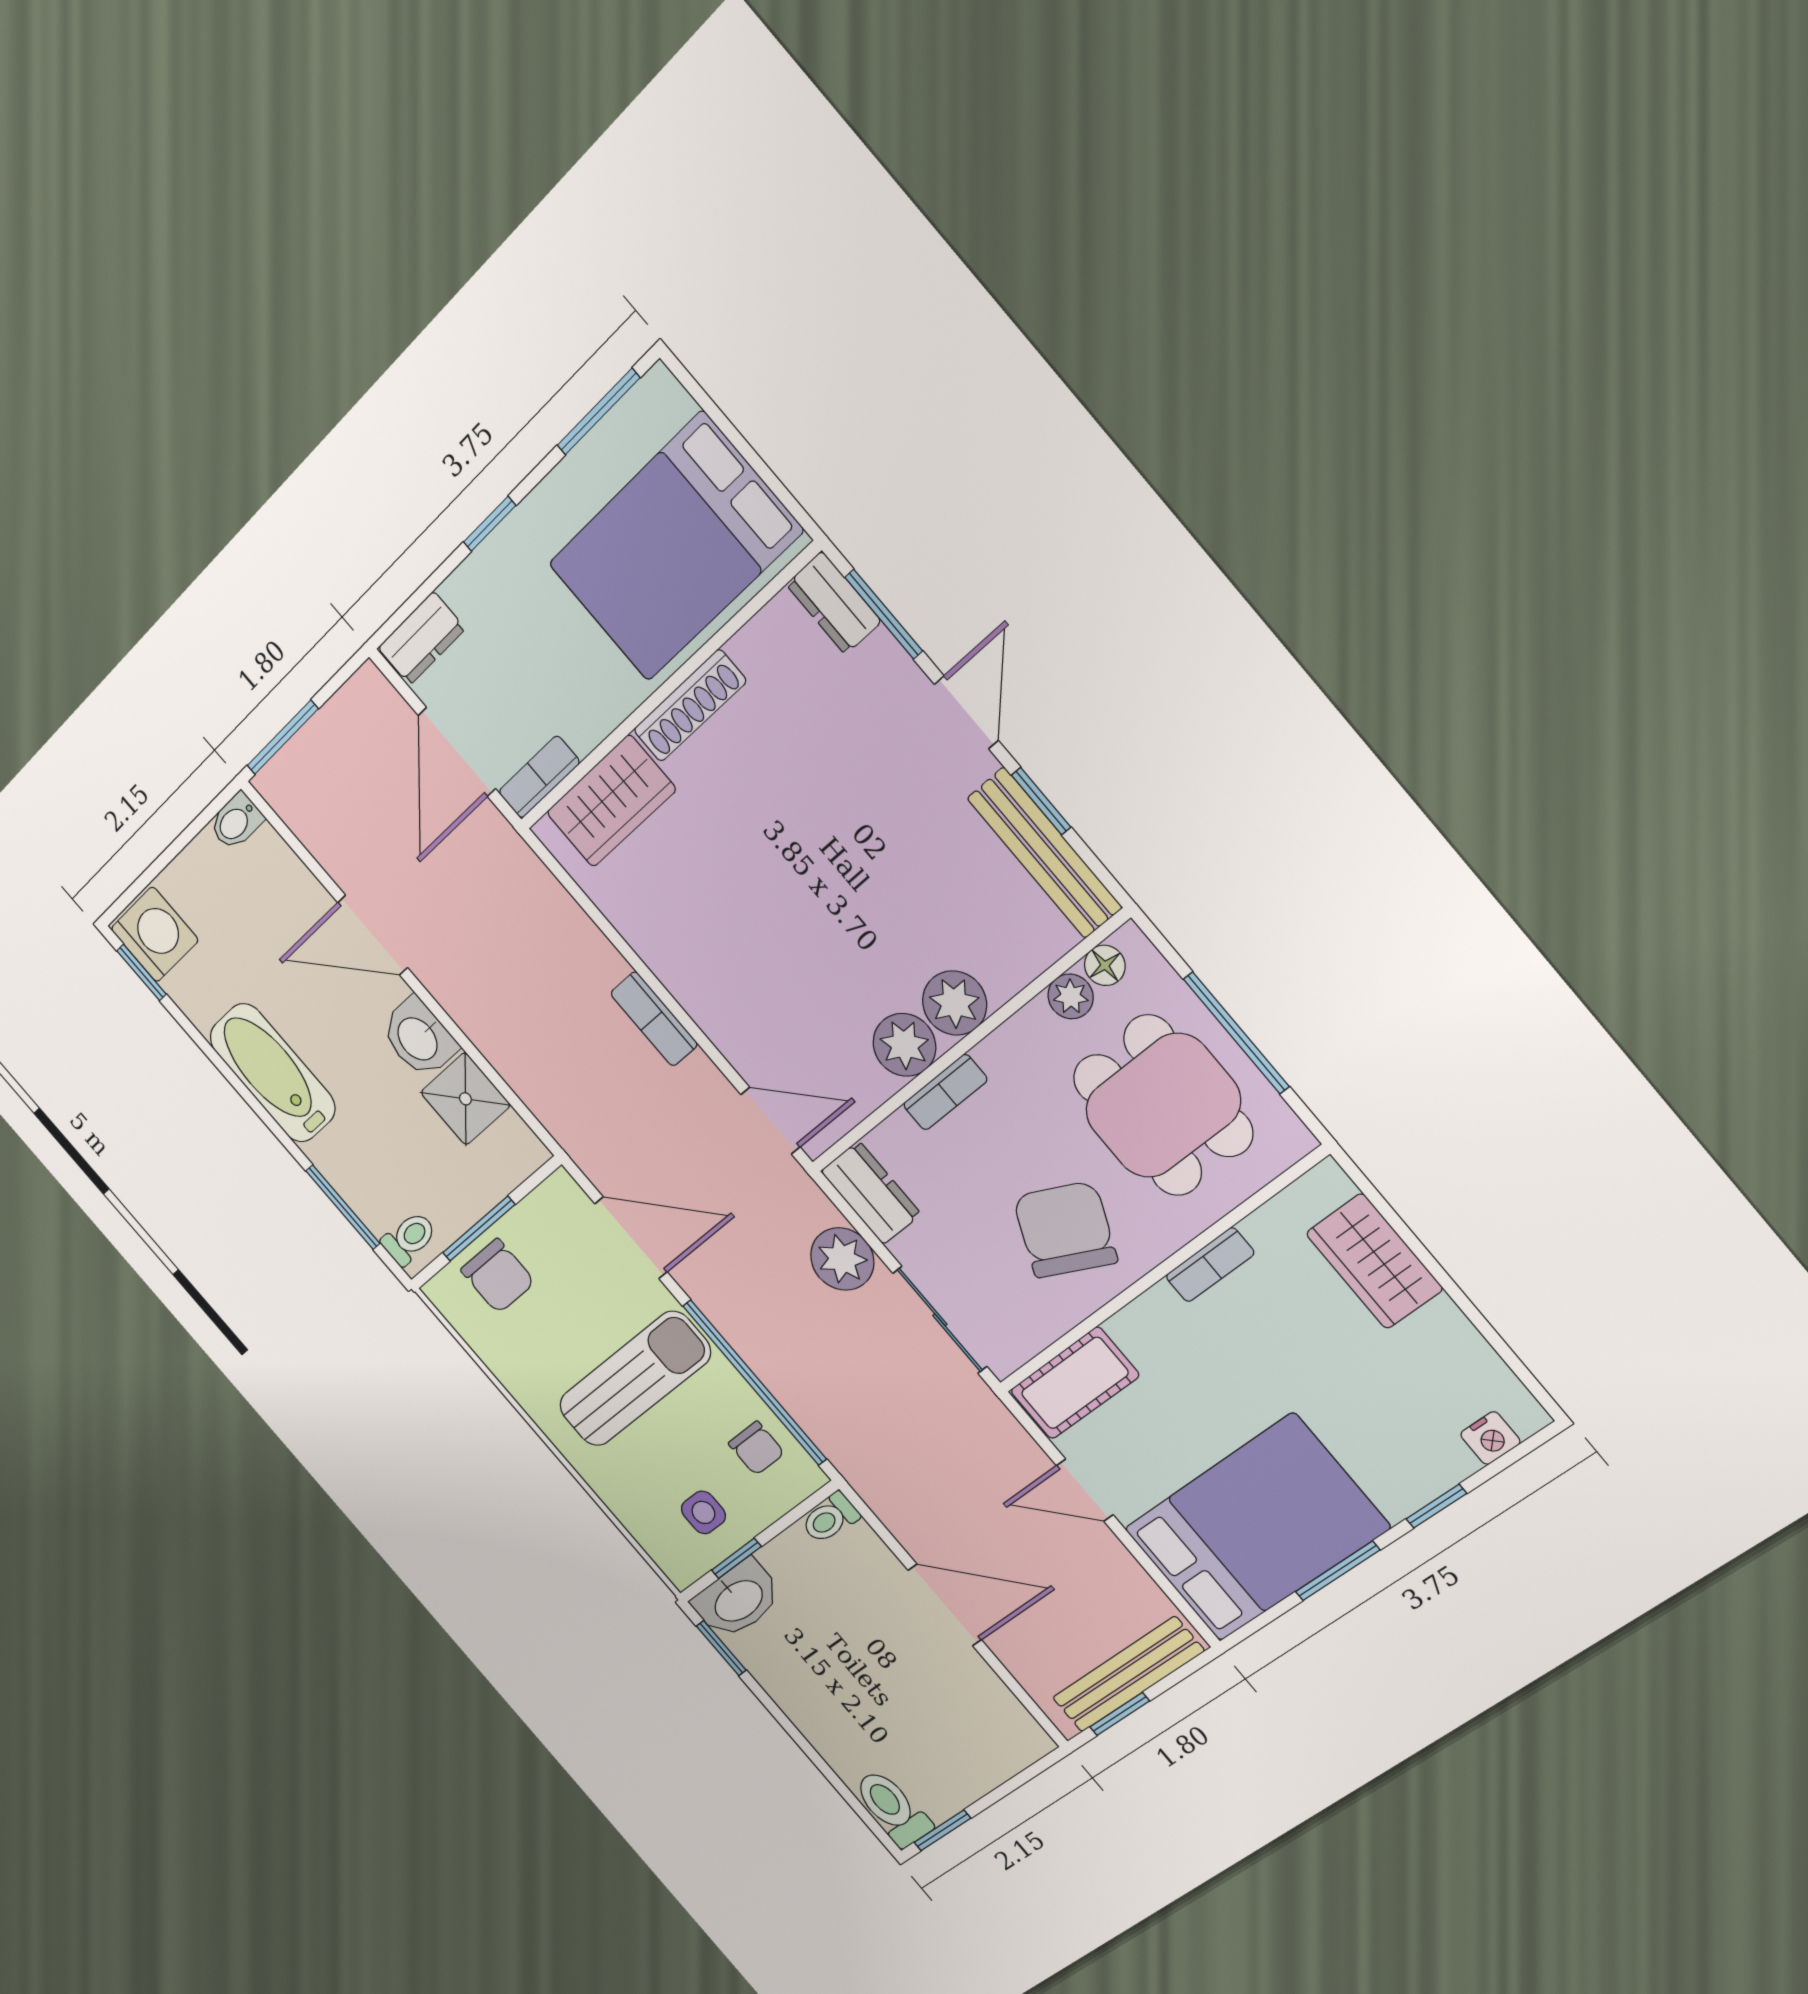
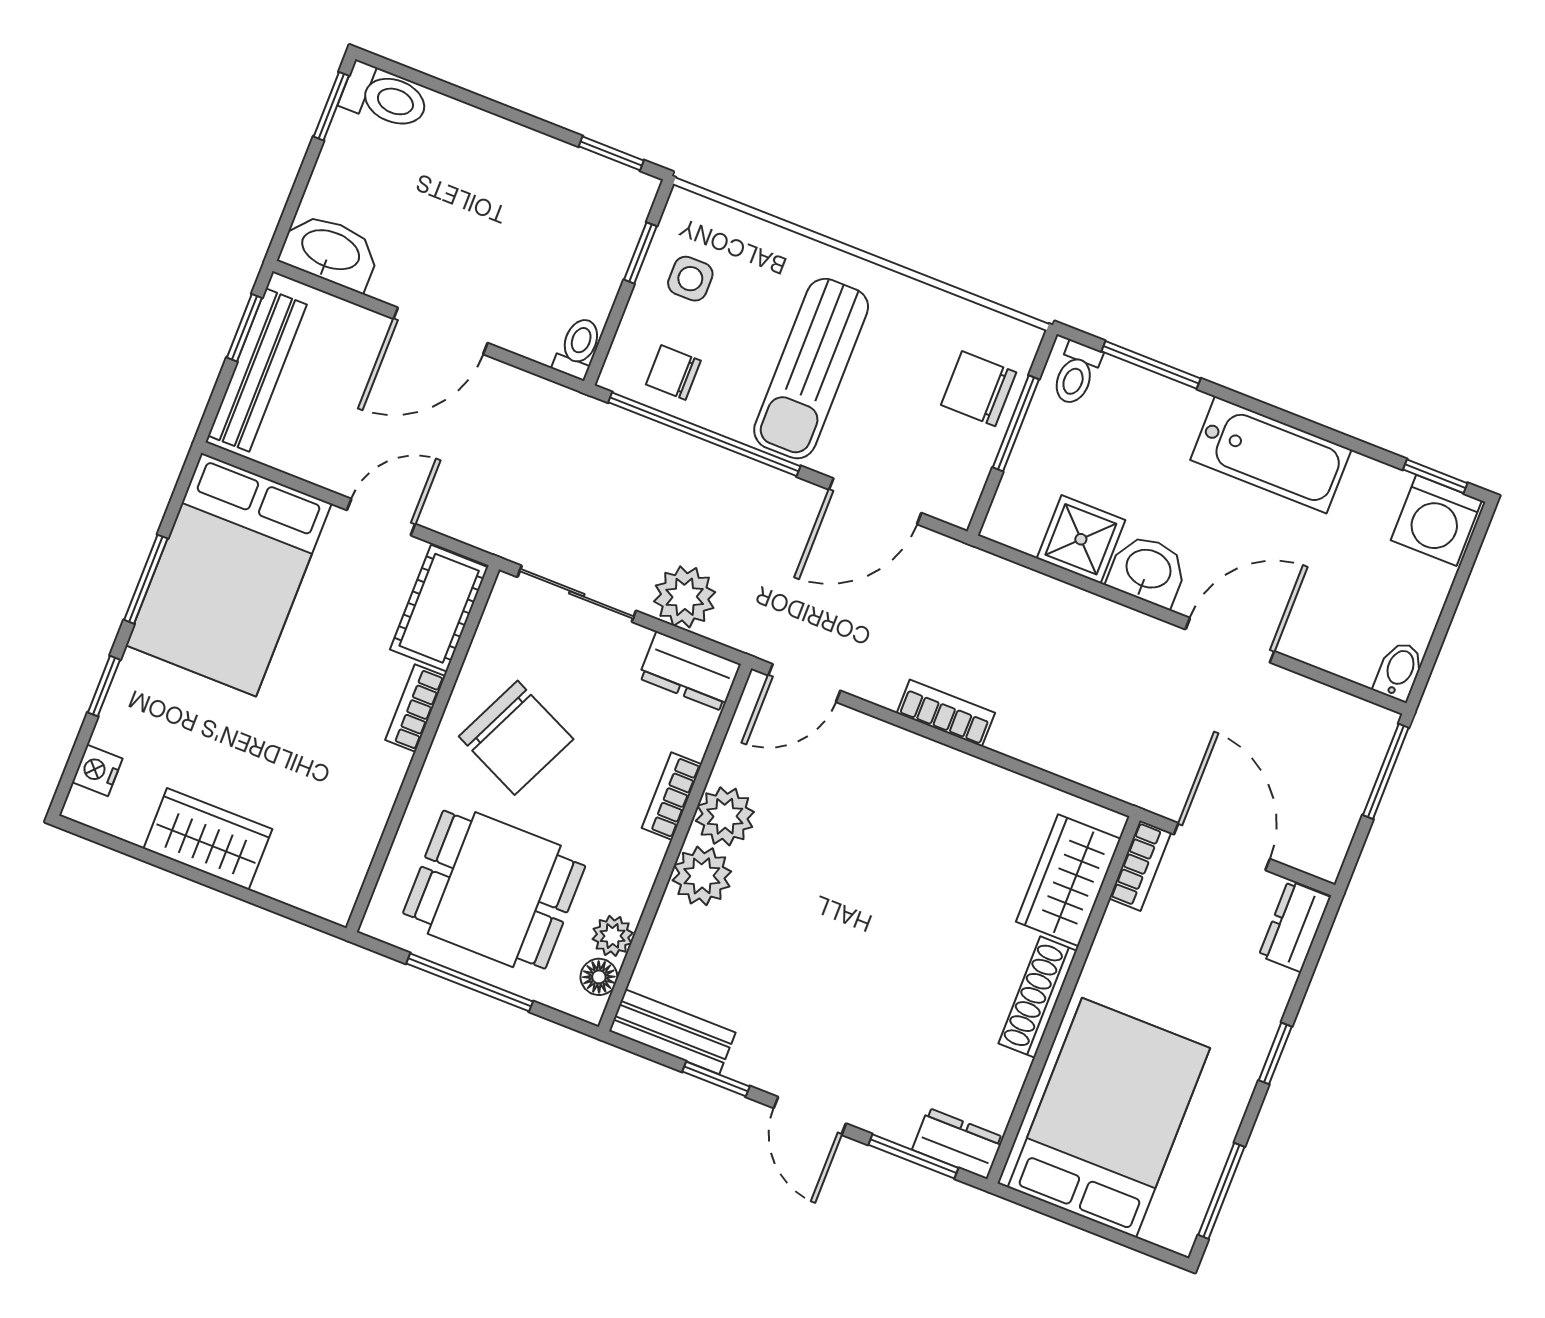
bench: (1045, 853) -> (672, 1032), width x0.73
wardrobe: (1374, 1261) -> (208, 839), moved
bookcase: (1210, 1265) -> (415, 708), moved
washbasin: (738, 1600) -> (330, 251), moved, turned 90

